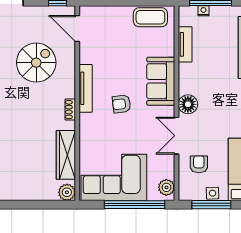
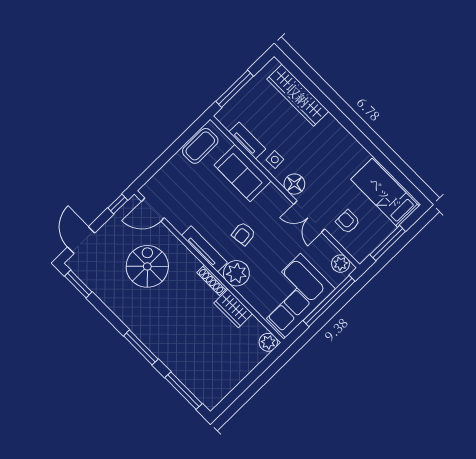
nightstand: (203, 11) -> (236, 101), removed
sofa: (161, 81) -> (243, 173), moved
shoe rack: (70, 110) -> (212, 280), width x1.43
plant: (91, 126) -> (236, 273), added
wardrobe: (66, 155) -> (233, 308), width x0.67
side table: (212, 193) -> (275, 160), moved

